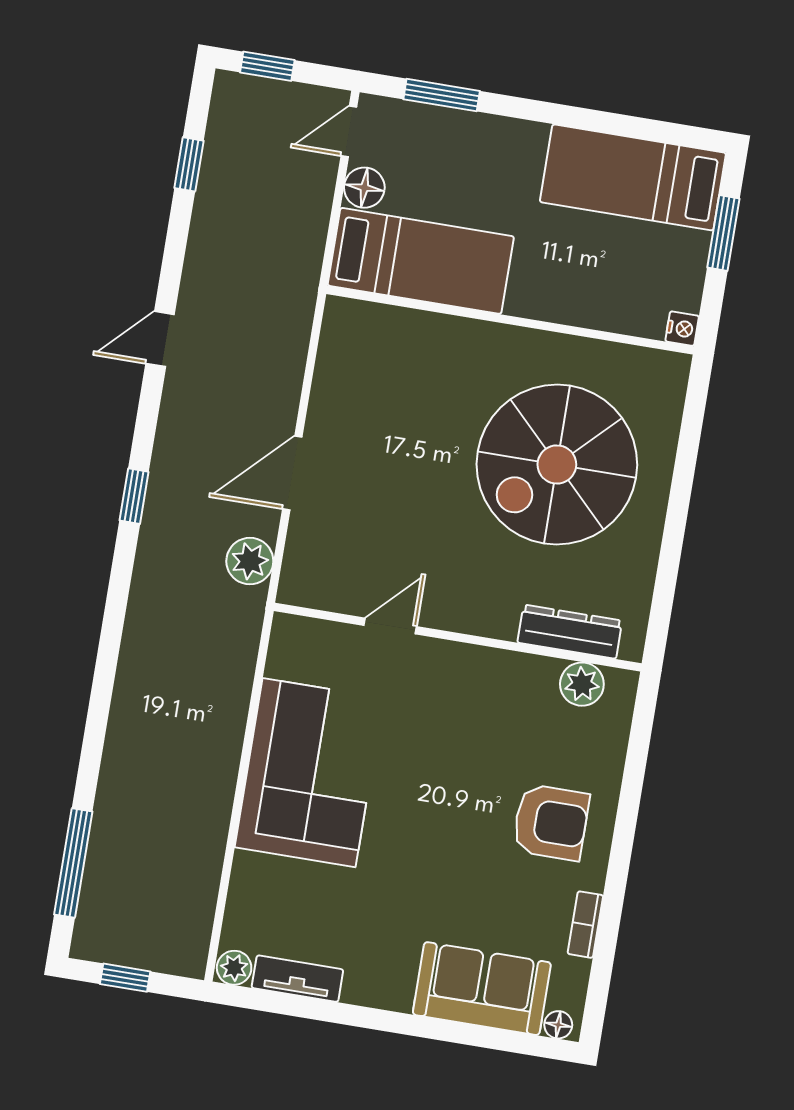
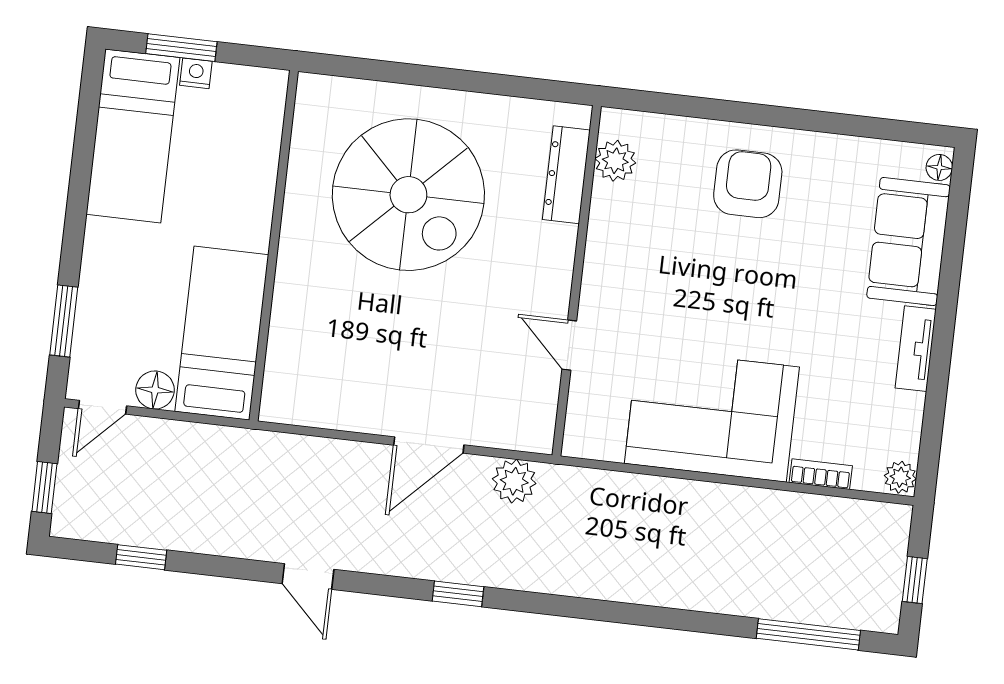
door: (349, 131) -> (103, 407), hinge flipped
nightstand: (682, 329) -> (196, 73), moved
door: (292, 473) -> (429, 445), hinge flipped
bookcase: (585, 925) -> (821, 474), moved, turned 180
tv unit: (297, 979) -> (916, 349), moved

